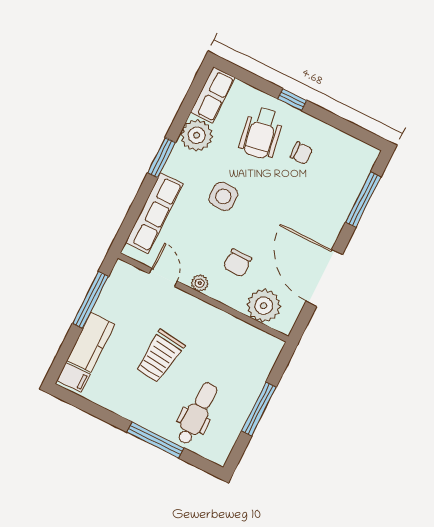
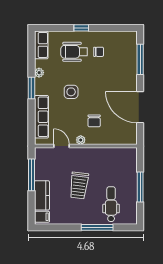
wheelchair: (261, 133) -> (74, 52), turned 100
plant: (197, 135) -> (39, 73), width x0.53, depth x0.53
plant: (264, 306) -> (117, 135), removed

